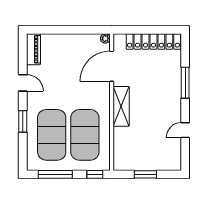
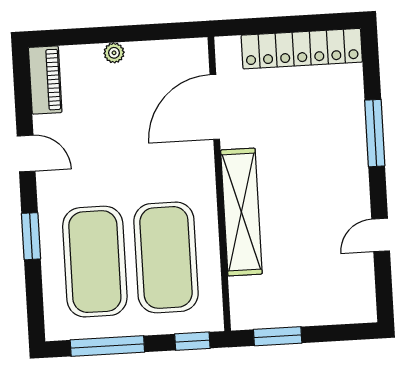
plant: (105, 38) -> (114, 53), moved
shelving: (121, 106) -> (241, 212), width x1.47
window: (145, 174) -> (278, 336), moved

